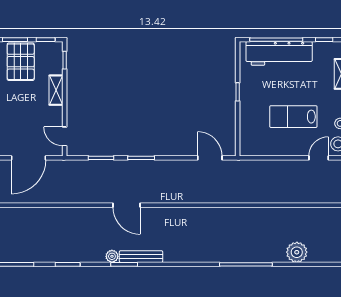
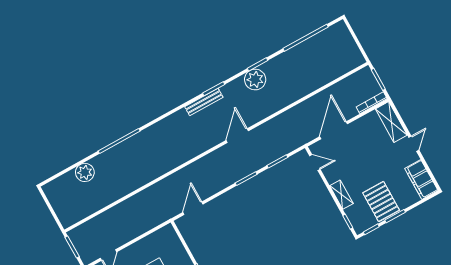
door: (210, 158) -> (193, 208), swing flipped
door: (127, 205) -> (237, 136), hinge flipped
plant: (112, 256) -> (255, 79), moved, width x1.88, depth x1.88

